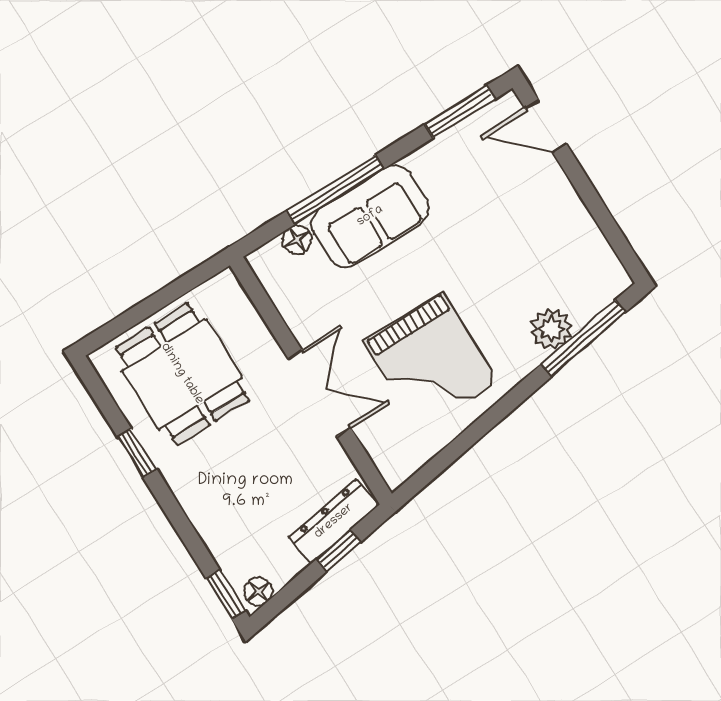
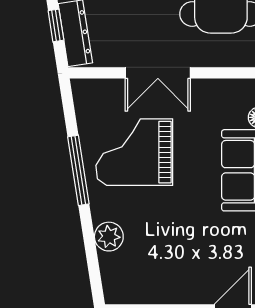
window: (583, 338) -> (78, 170), moved

